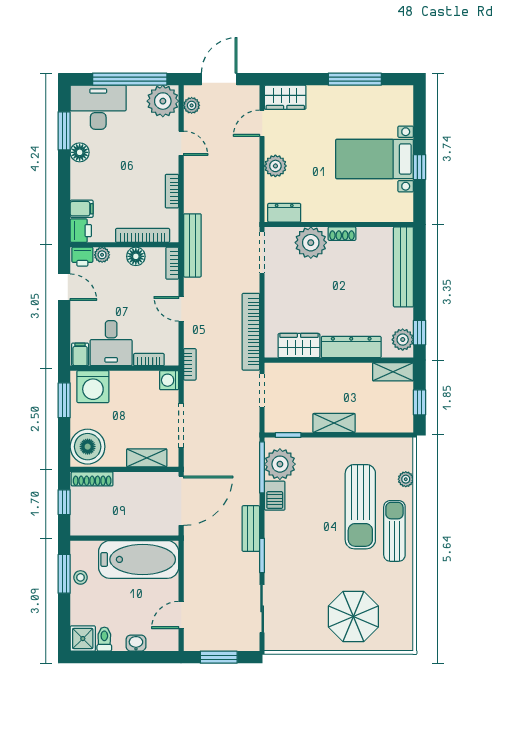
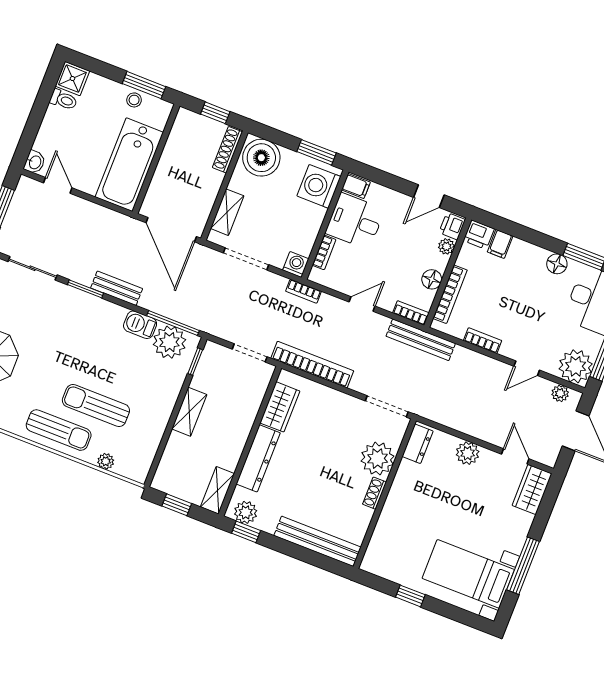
bed with nightstands: (375, 159) -> (468, 574), moved, turned -90
sun lounger: (360, 507) -> (96, 406), width x0.73, depth x0.75
washbasin: (136, 643) -> (35, 162), moved

